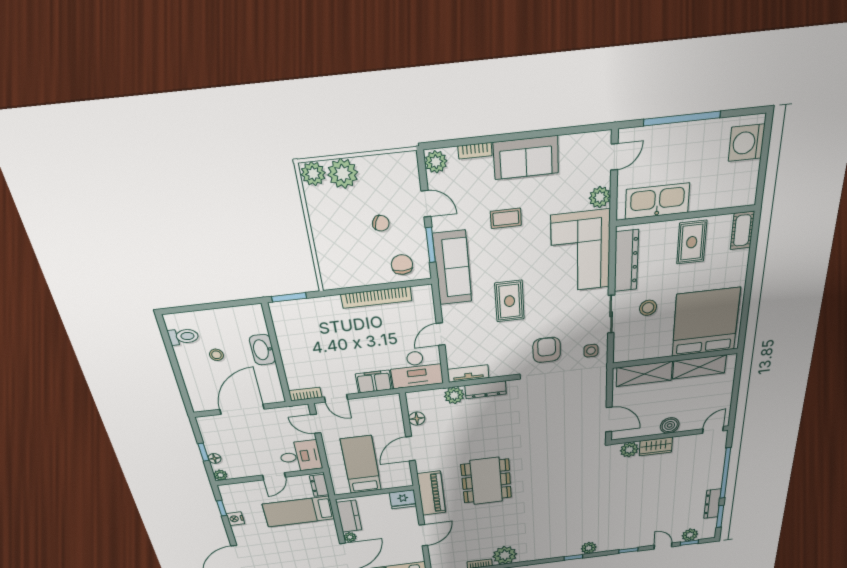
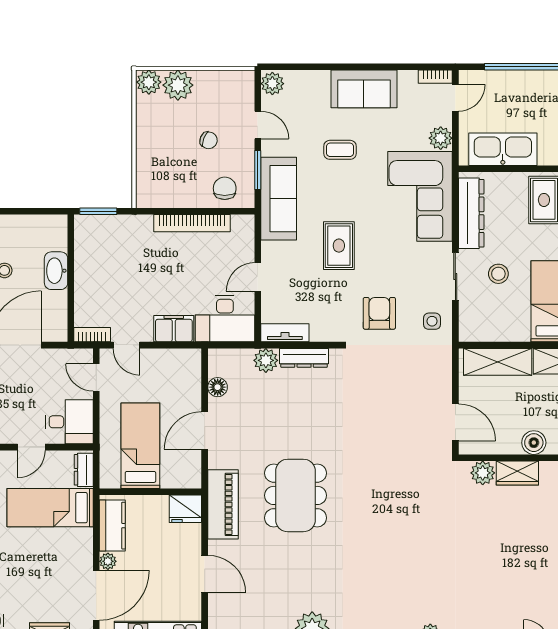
bookcase: (475, 151) -> (435, 77), moved
door: (423, 535) -> (205, 574), hinge flipped

